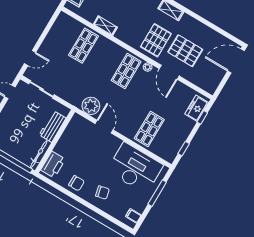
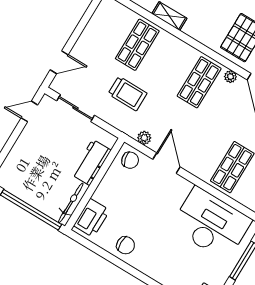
trolley: (77, 79) -> (128, 93), added
plant: (91, 106) -> (144, 138), width x0.53, depth x0.53
chair: (102, 192) -> (130, 160), moved

